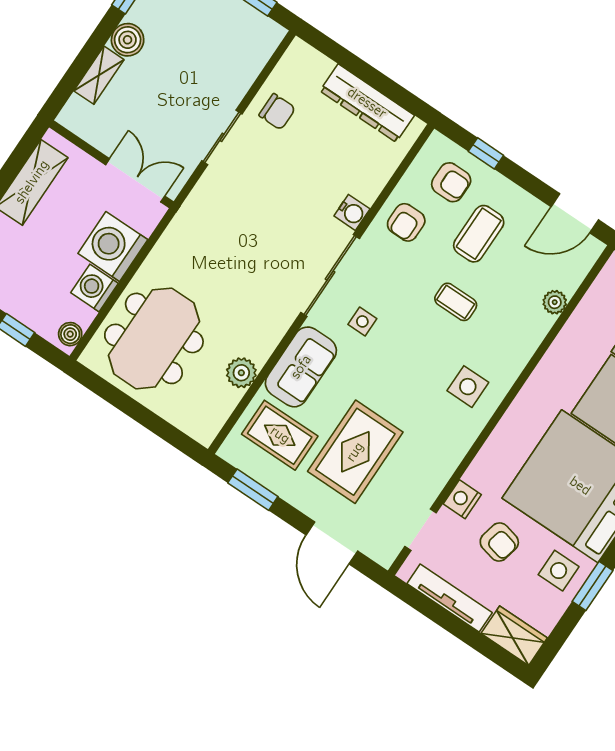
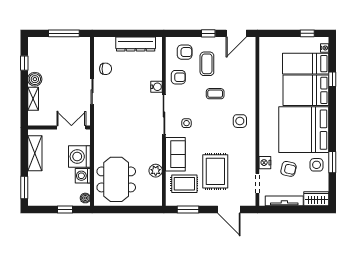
window: (486, 153) -> (208, 33), moved
armchair: (406, 222) -> (178, 77), turned -90
plant: (555, 302) -> (251, 70), removed

